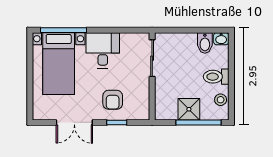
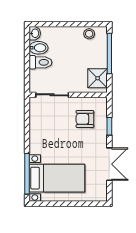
desk: (103, 50) -> (45, 139), removed
toilet: (216, 77) -> (41, 62), moved, turned -90
armchair: (113, 100) -> (85, 119), moved, turned 180
shower: (189, 109) -> (98, 78), moved

